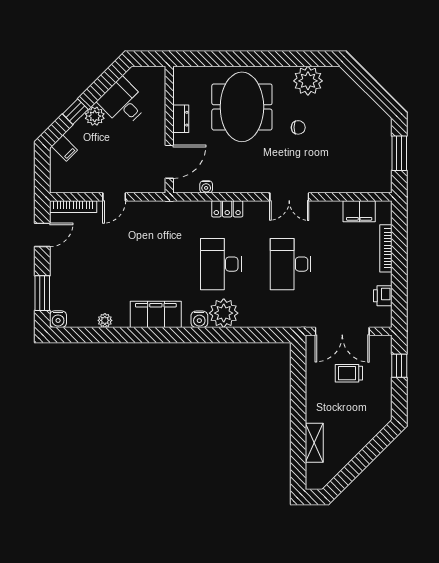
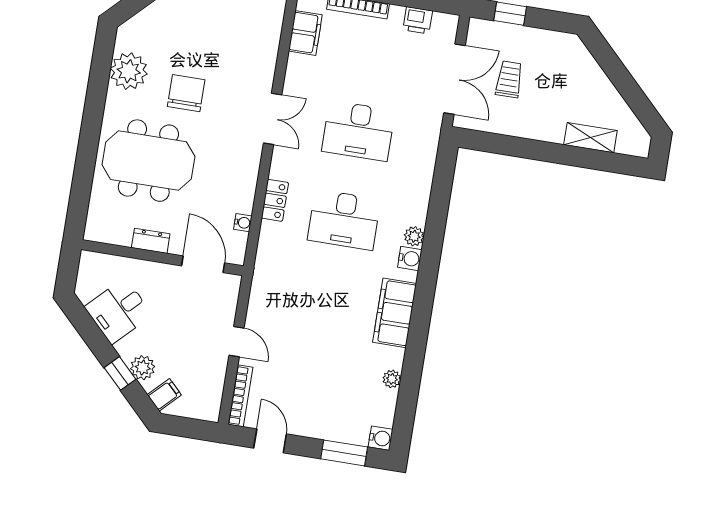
plant: (95, 116) -> (143, 368), moved
chair: (298, 127) -> (186, 93), width x1.87, depth x1.87
plant: (224, 313) -> (414, 236), width x0.53, depth x0.53
trolley: (349, 373) -> (509, 79), turned 180

